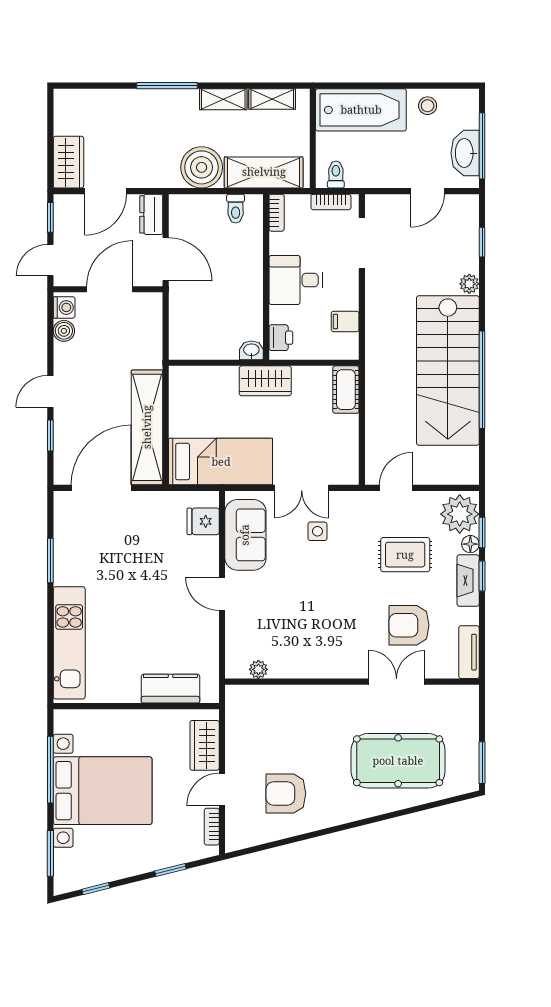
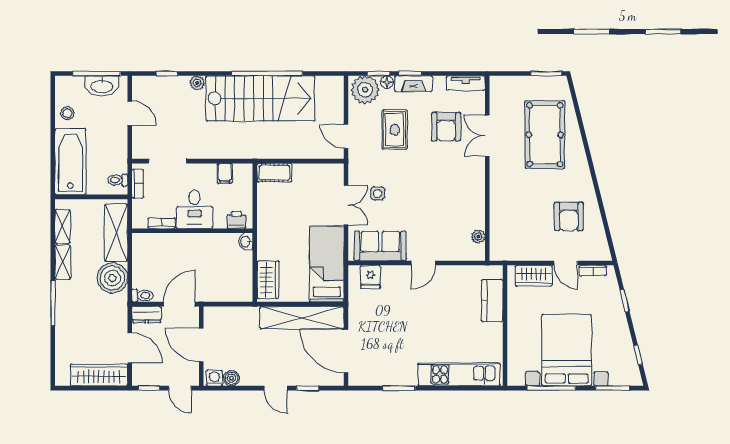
wardrobe: (68, 162) -> (99, 375), width x1.50
toilet: (236, 209) -> (142, 295), moved
bookcase: (277, 213) -> (161, 223), moved
wardrobe: (265, 381) -> (268, 280), moved

